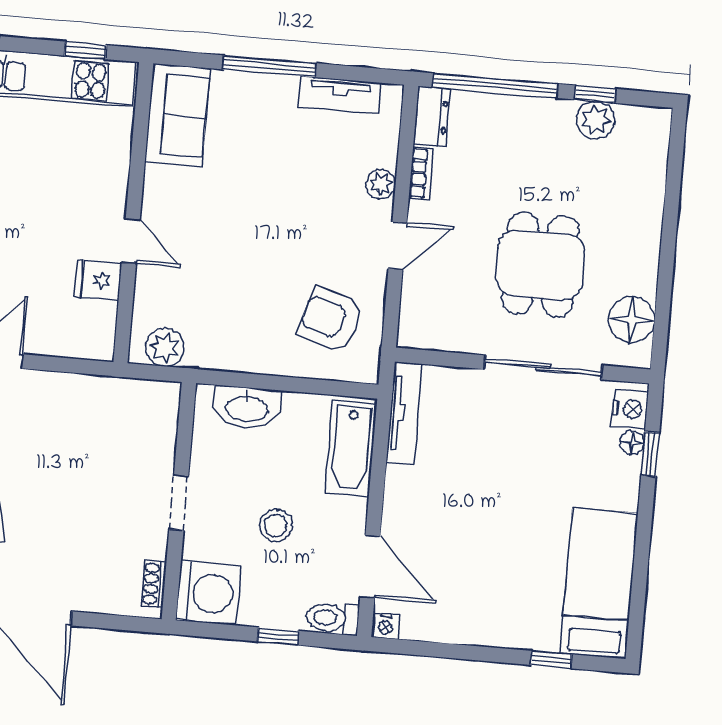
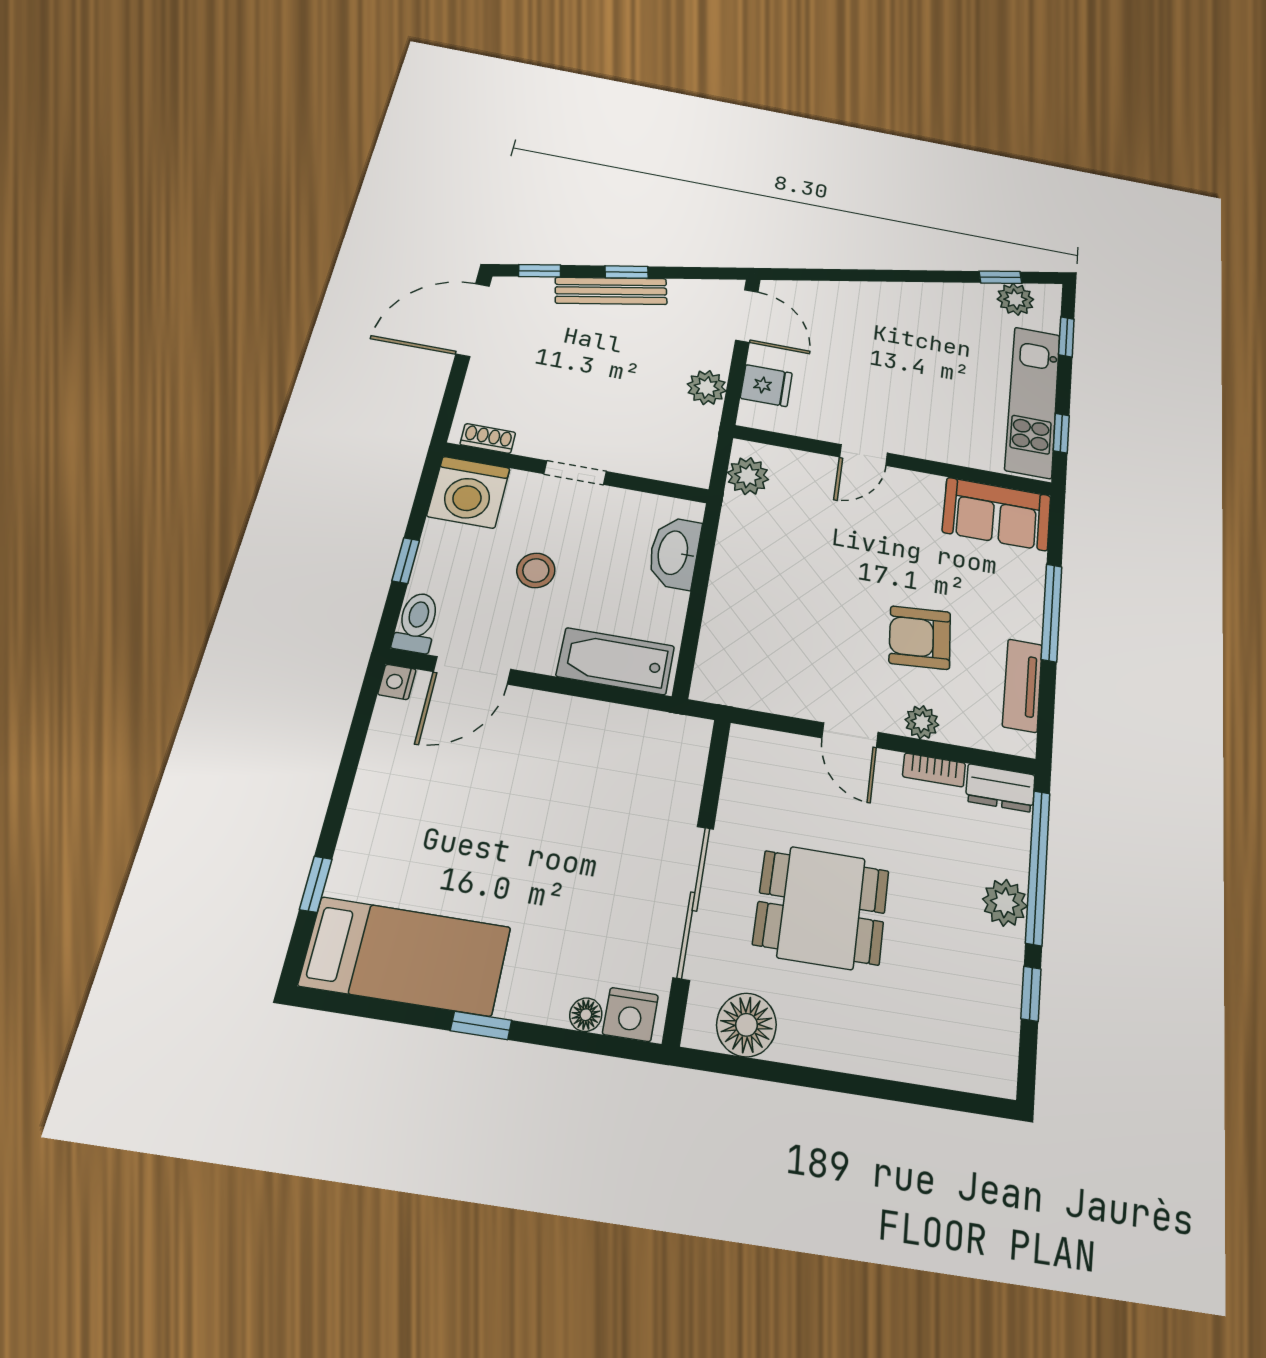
plant: (596, 120) -> (1005, 903), moved
fridge: (98, 280) -> (766, 386), moved, turned 90
armchair: (331, 319) -> (920, 638), moved, turned -111
plant: (77, 392) -> (707, 387), added
tv unit: (404, 413) -> (652, 726), removed
window: (650, 454) -> (481, 1025), moved

